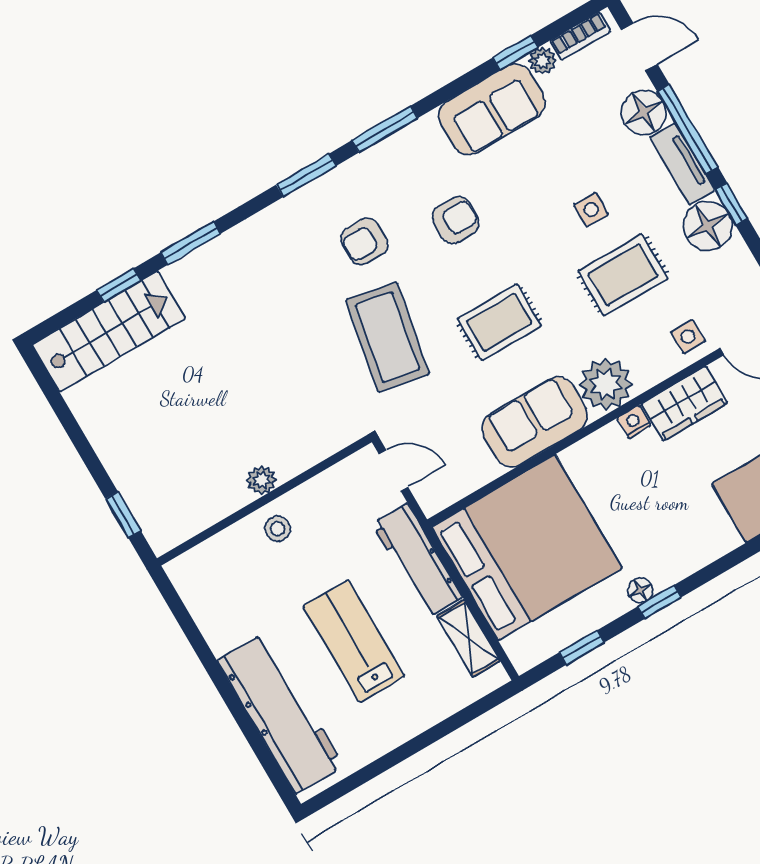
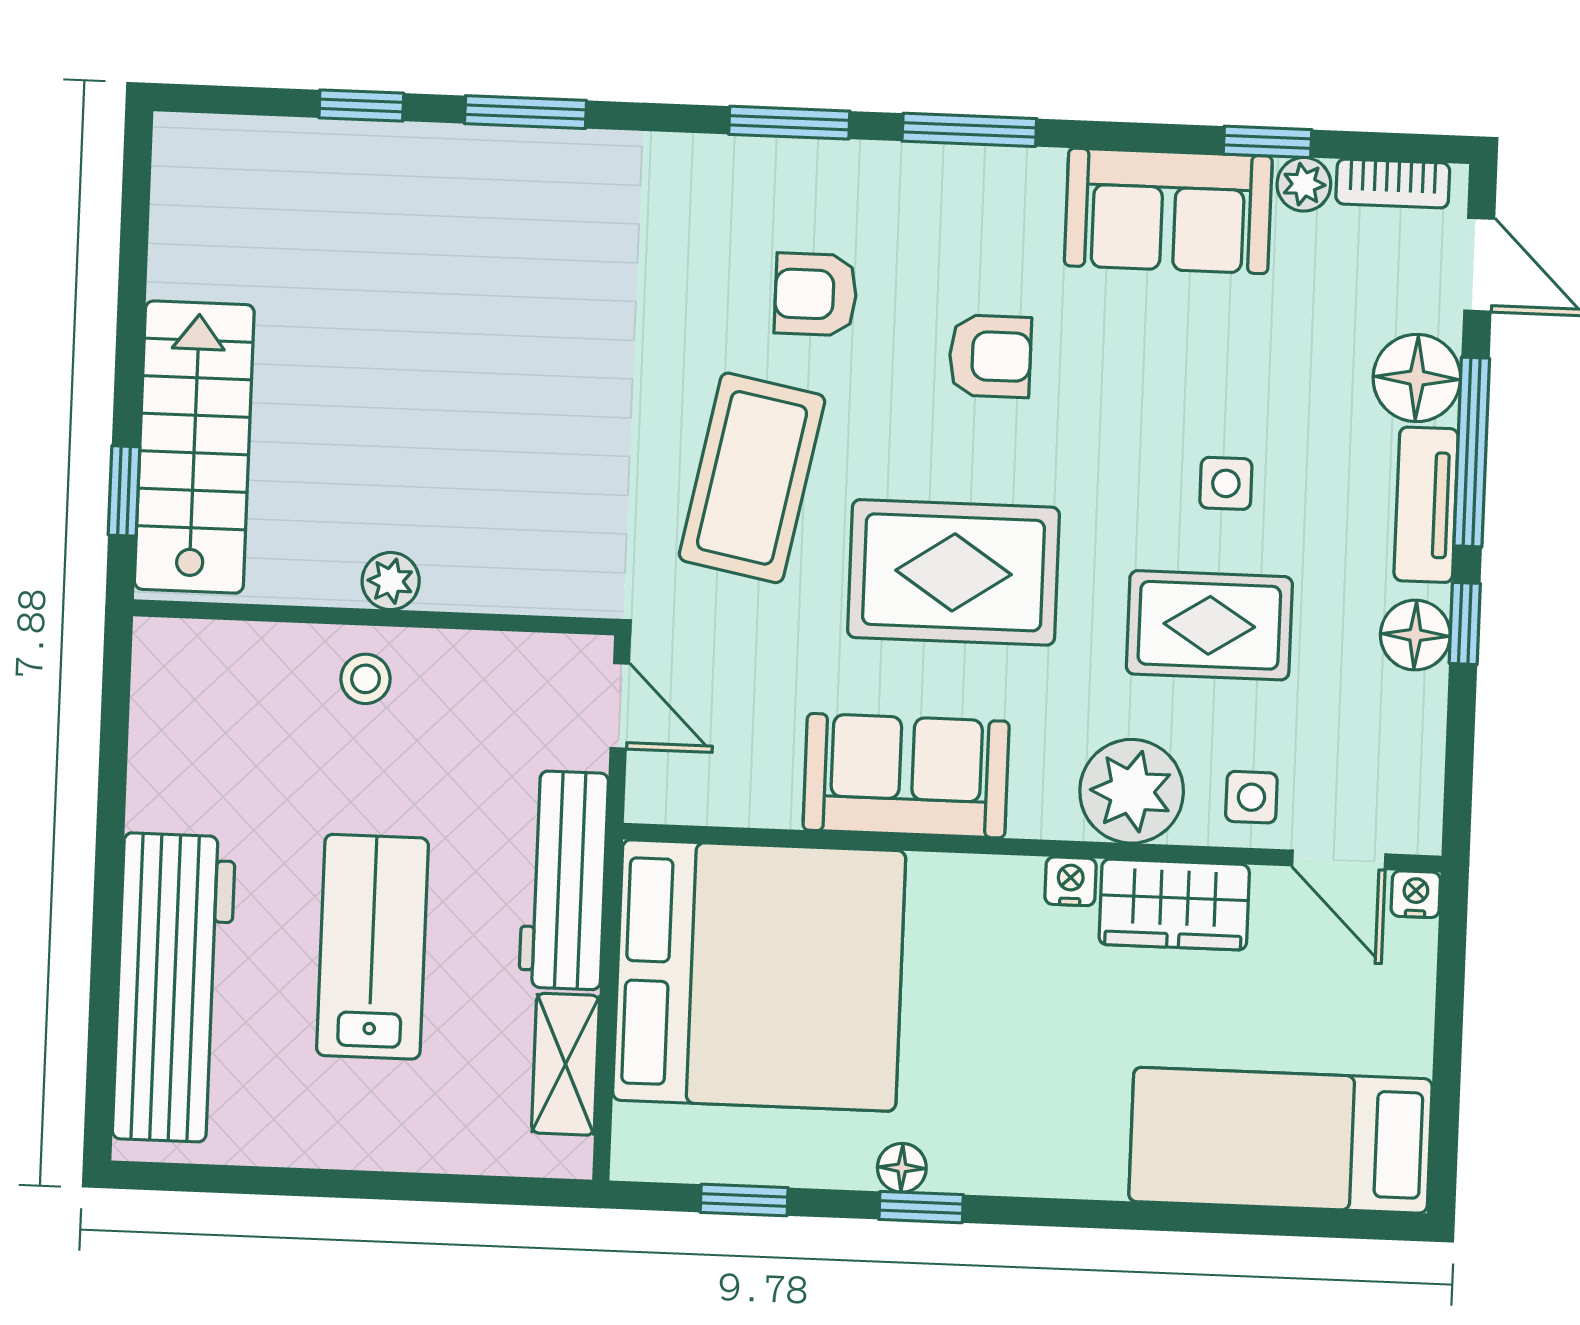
floor lamp: (708, 226) -> (1415, 635), width x0.73, depth x0.73
rug: (499, 322) -> (953, 572), width x1.36, depth x1.43
stairs: (109, 331) -> (194, 447), moved, turned -90
plant: (606, 384) -> (1132, 791), moved

